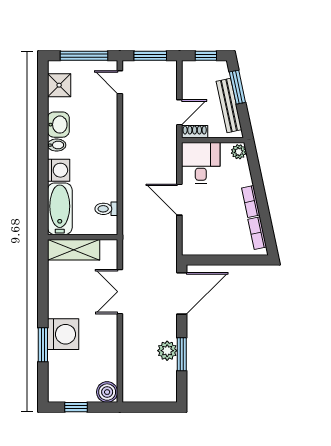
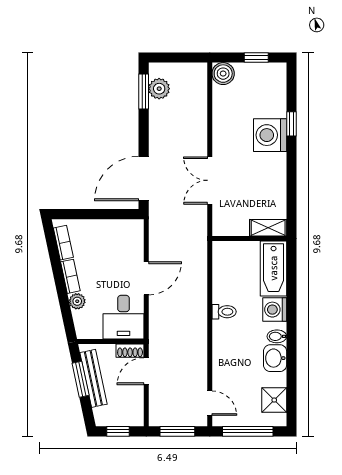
window: (237, 87) -> (81, 379), moved
plant: (239, 152) -> (77, 301), moved
door: (179, 200) -> (146, 278), hinge flipped
toilet: (106, 209) -> (224, 312), moved
shelving: (74, 250) -> (268, 228), width x0.67, depth x0.75
double door: (120, 292) -> (210, 180), swing flipped
window: (43, 345) -> (292, 124), width x0.67
plant: (167, 351) -> (159, 89), moved
window: (182, 354) -> (144, 91), moved

